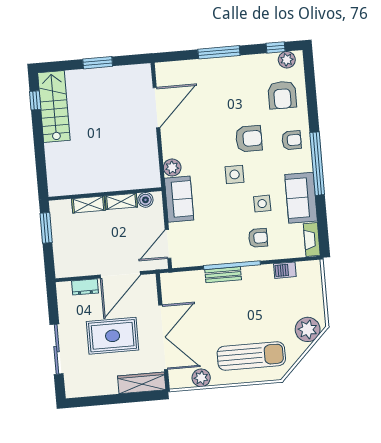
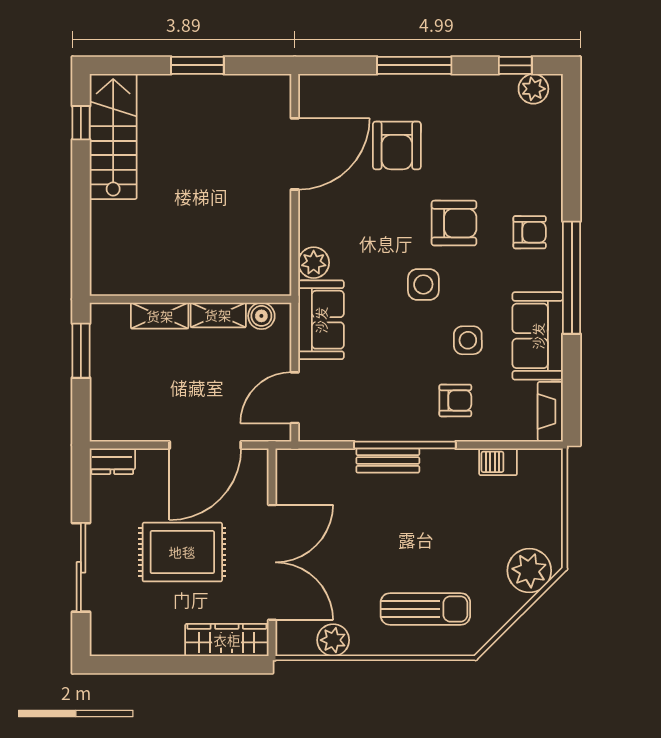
armchair: (282, 95) -> (397, 145), moved
dresser: (85, 287) -> (112, 461), moved
sun lounger: (251, 356) -> (425, 609), width x0.73, depth x0.75

